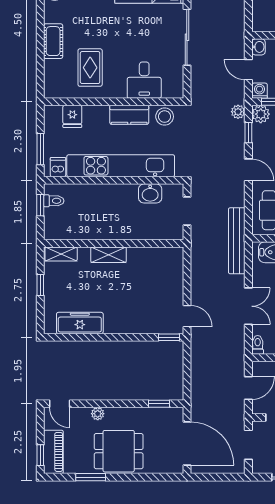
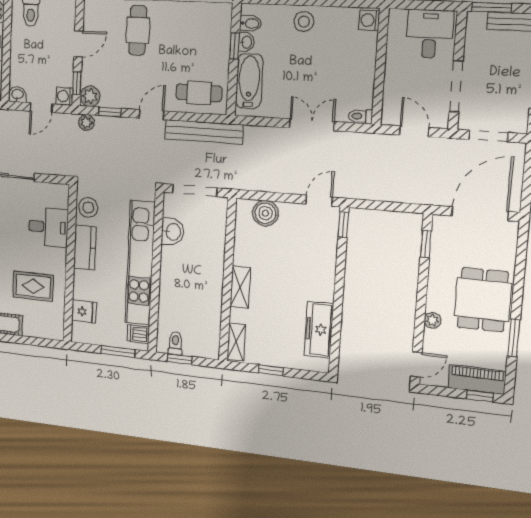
doorway: (187, 211) -> (195, 190), width x1.38
bench: (237, 241) -> (204, 132), moved
boiler: (173, 272) -> (265, 213), added

